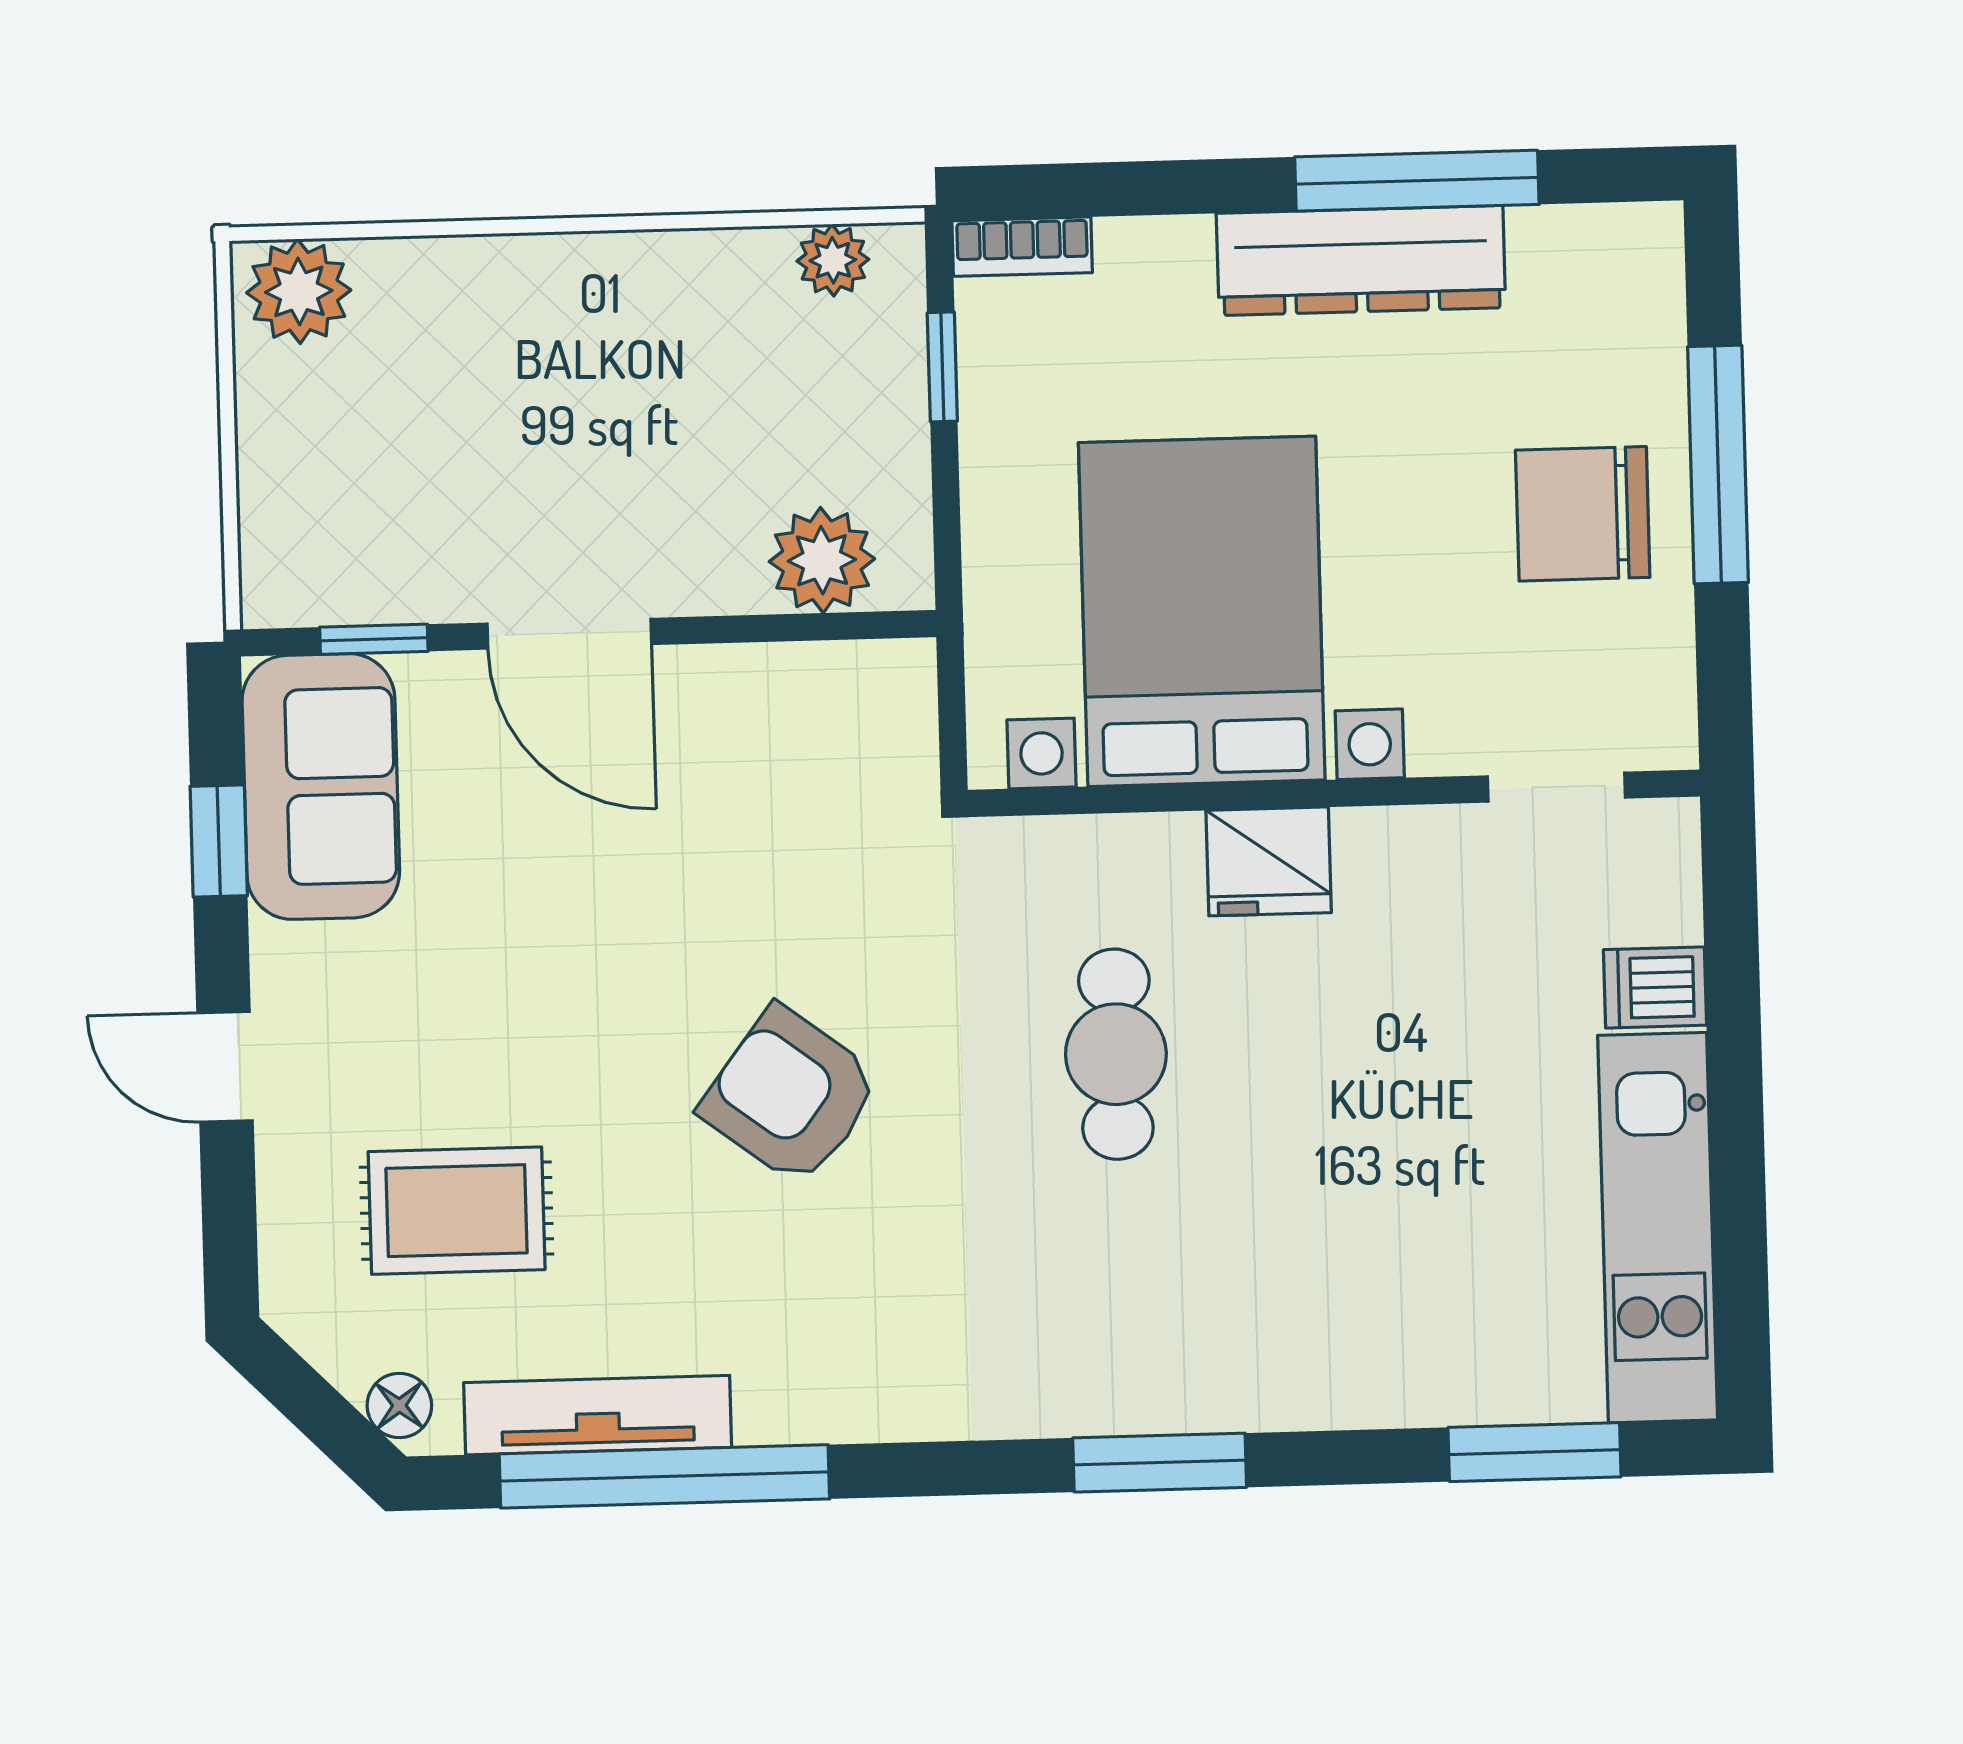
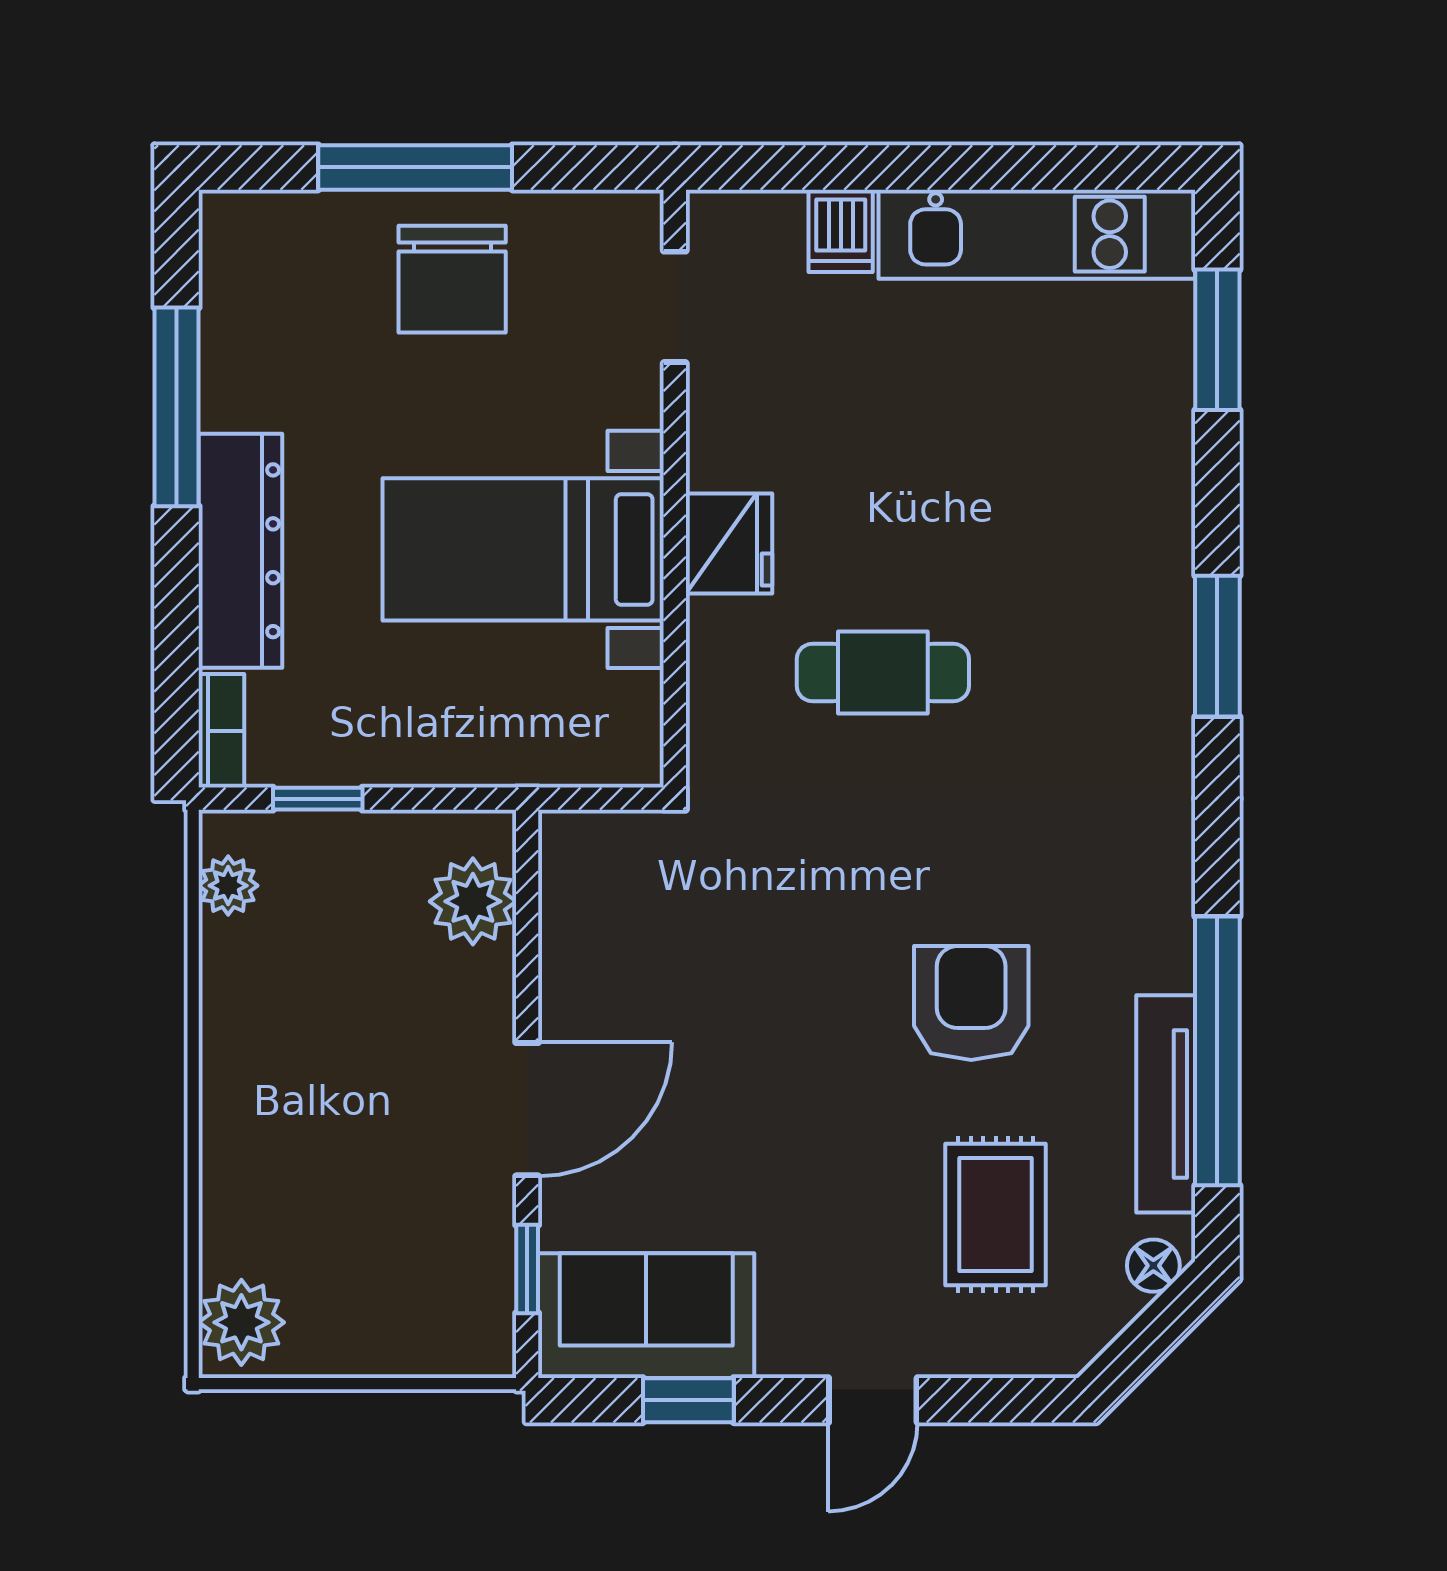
dresser: (1361, 261) -> (240, 551), moved
bed with nightstands: (1202, 611) -> (523, 549), width x0.73
armchair: (790, 1096) -> (971, 1003), moved, turned 143

